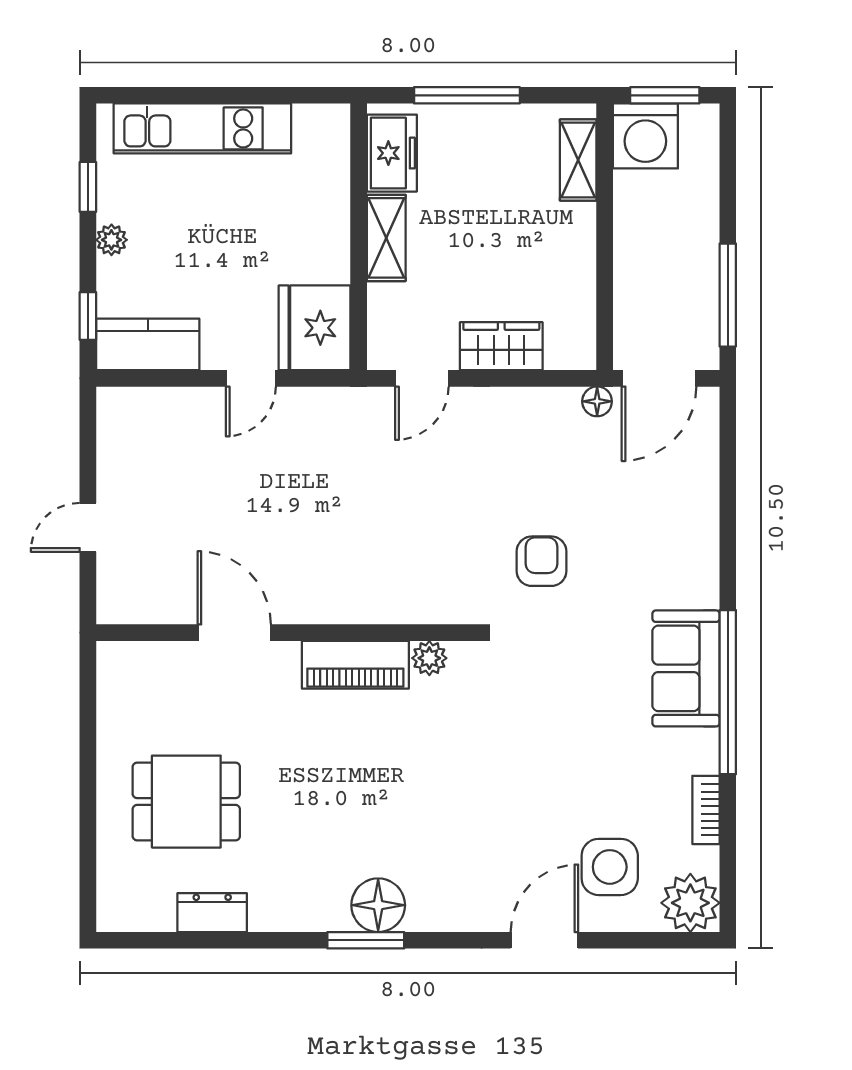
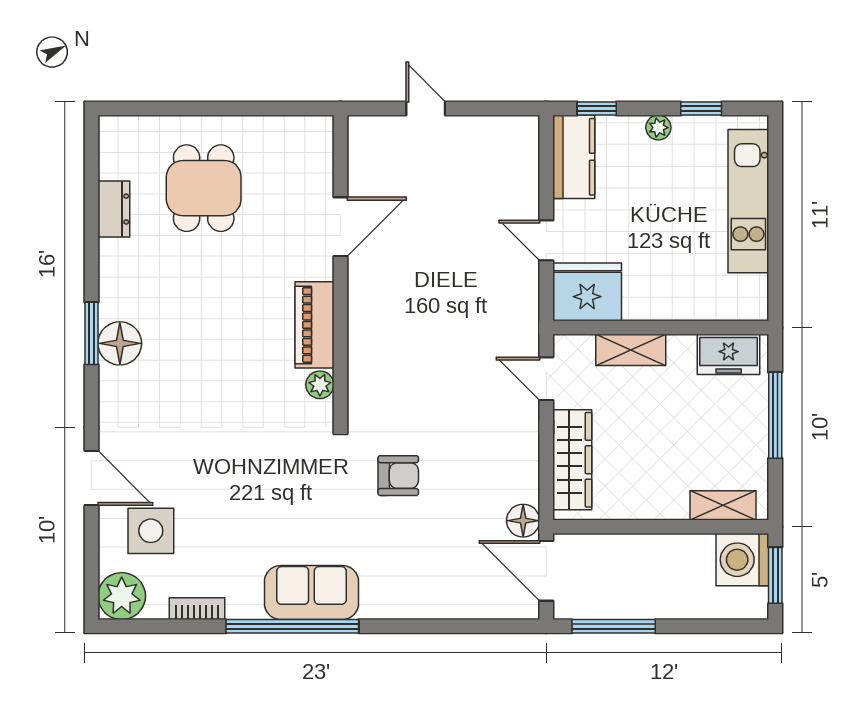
shelving: (386, 238) -> (631, 350), moved
wardrobe: (501, 346) -> (572, 460), width x1.50
floor lamp: (597, 401) -> (523, 521), width x1.37, depth x1.37

